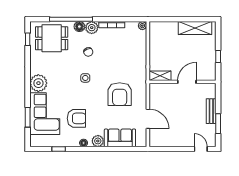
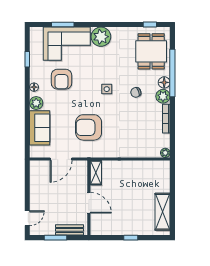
shelving: (160, 76) -> (96, 173), moved
wall: (183, 82) -> (89, 198), moved
door: (187, 82) -> (89, 203), moved

